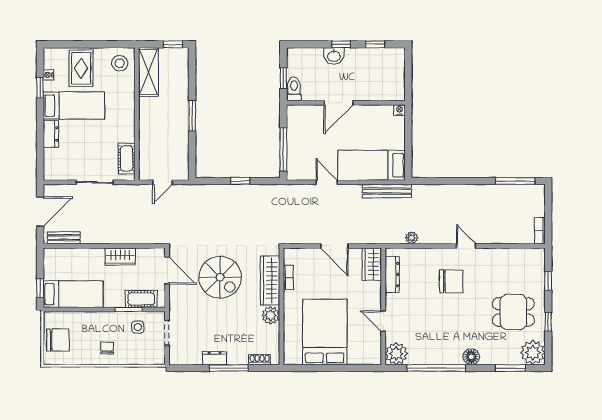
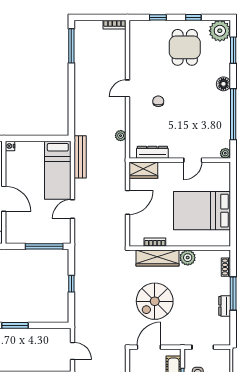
spiral stairs: (220, 277) -> (155, 301), turned 180
chair: (451, 281) -> (158, 101), width x0.54, depth x0.54
plant: (396, 354) -> (225, 153), width x0.53, depth x0.53

